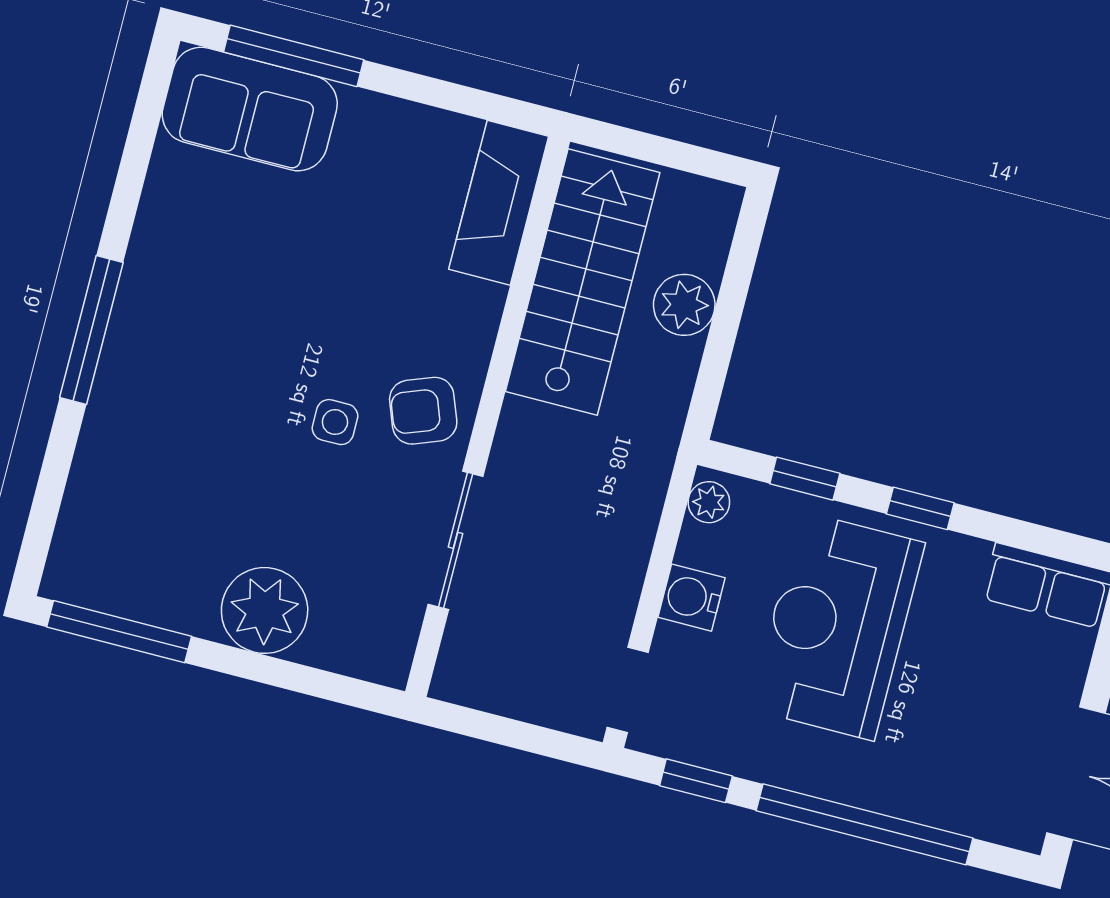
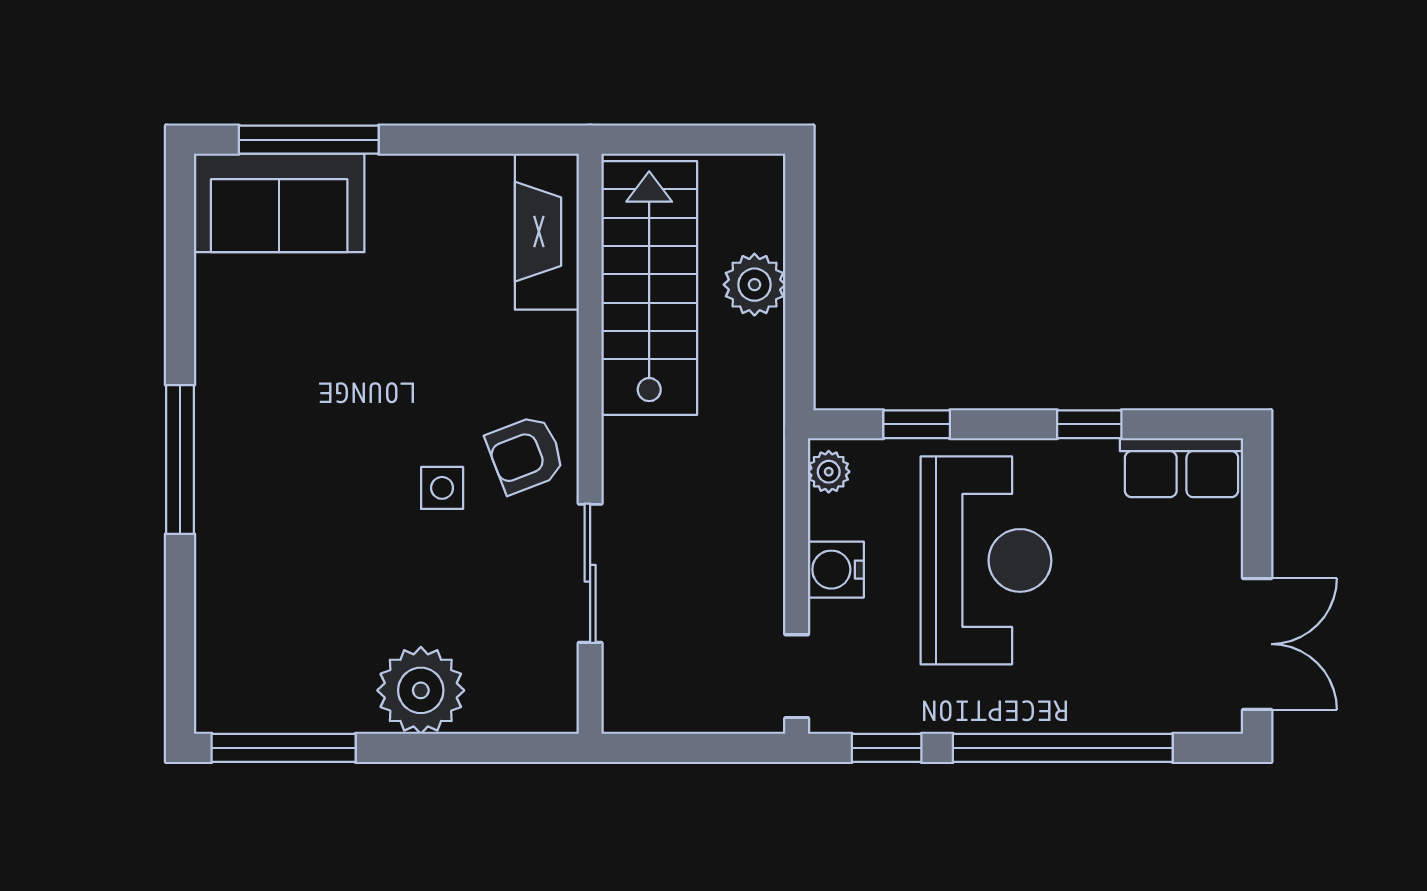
window: (920, 508) -> (1089, 424), moved
reception desk: (837, 626) -> (986, 560), turned 180

